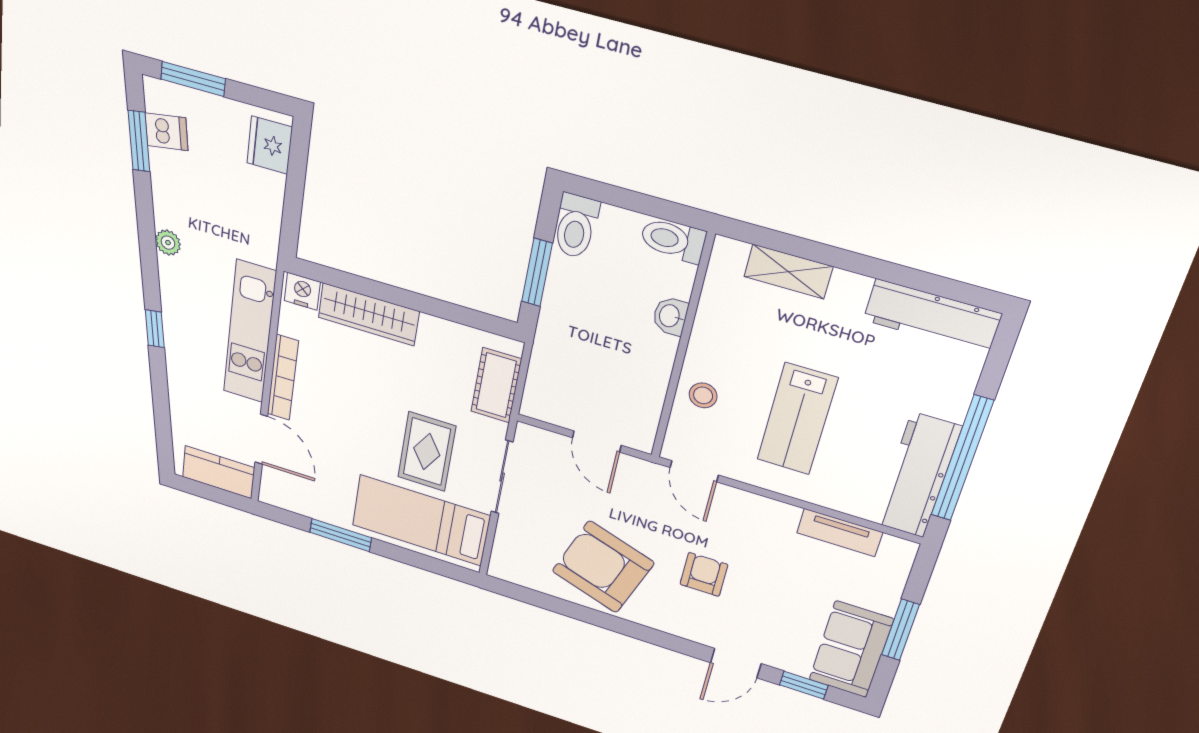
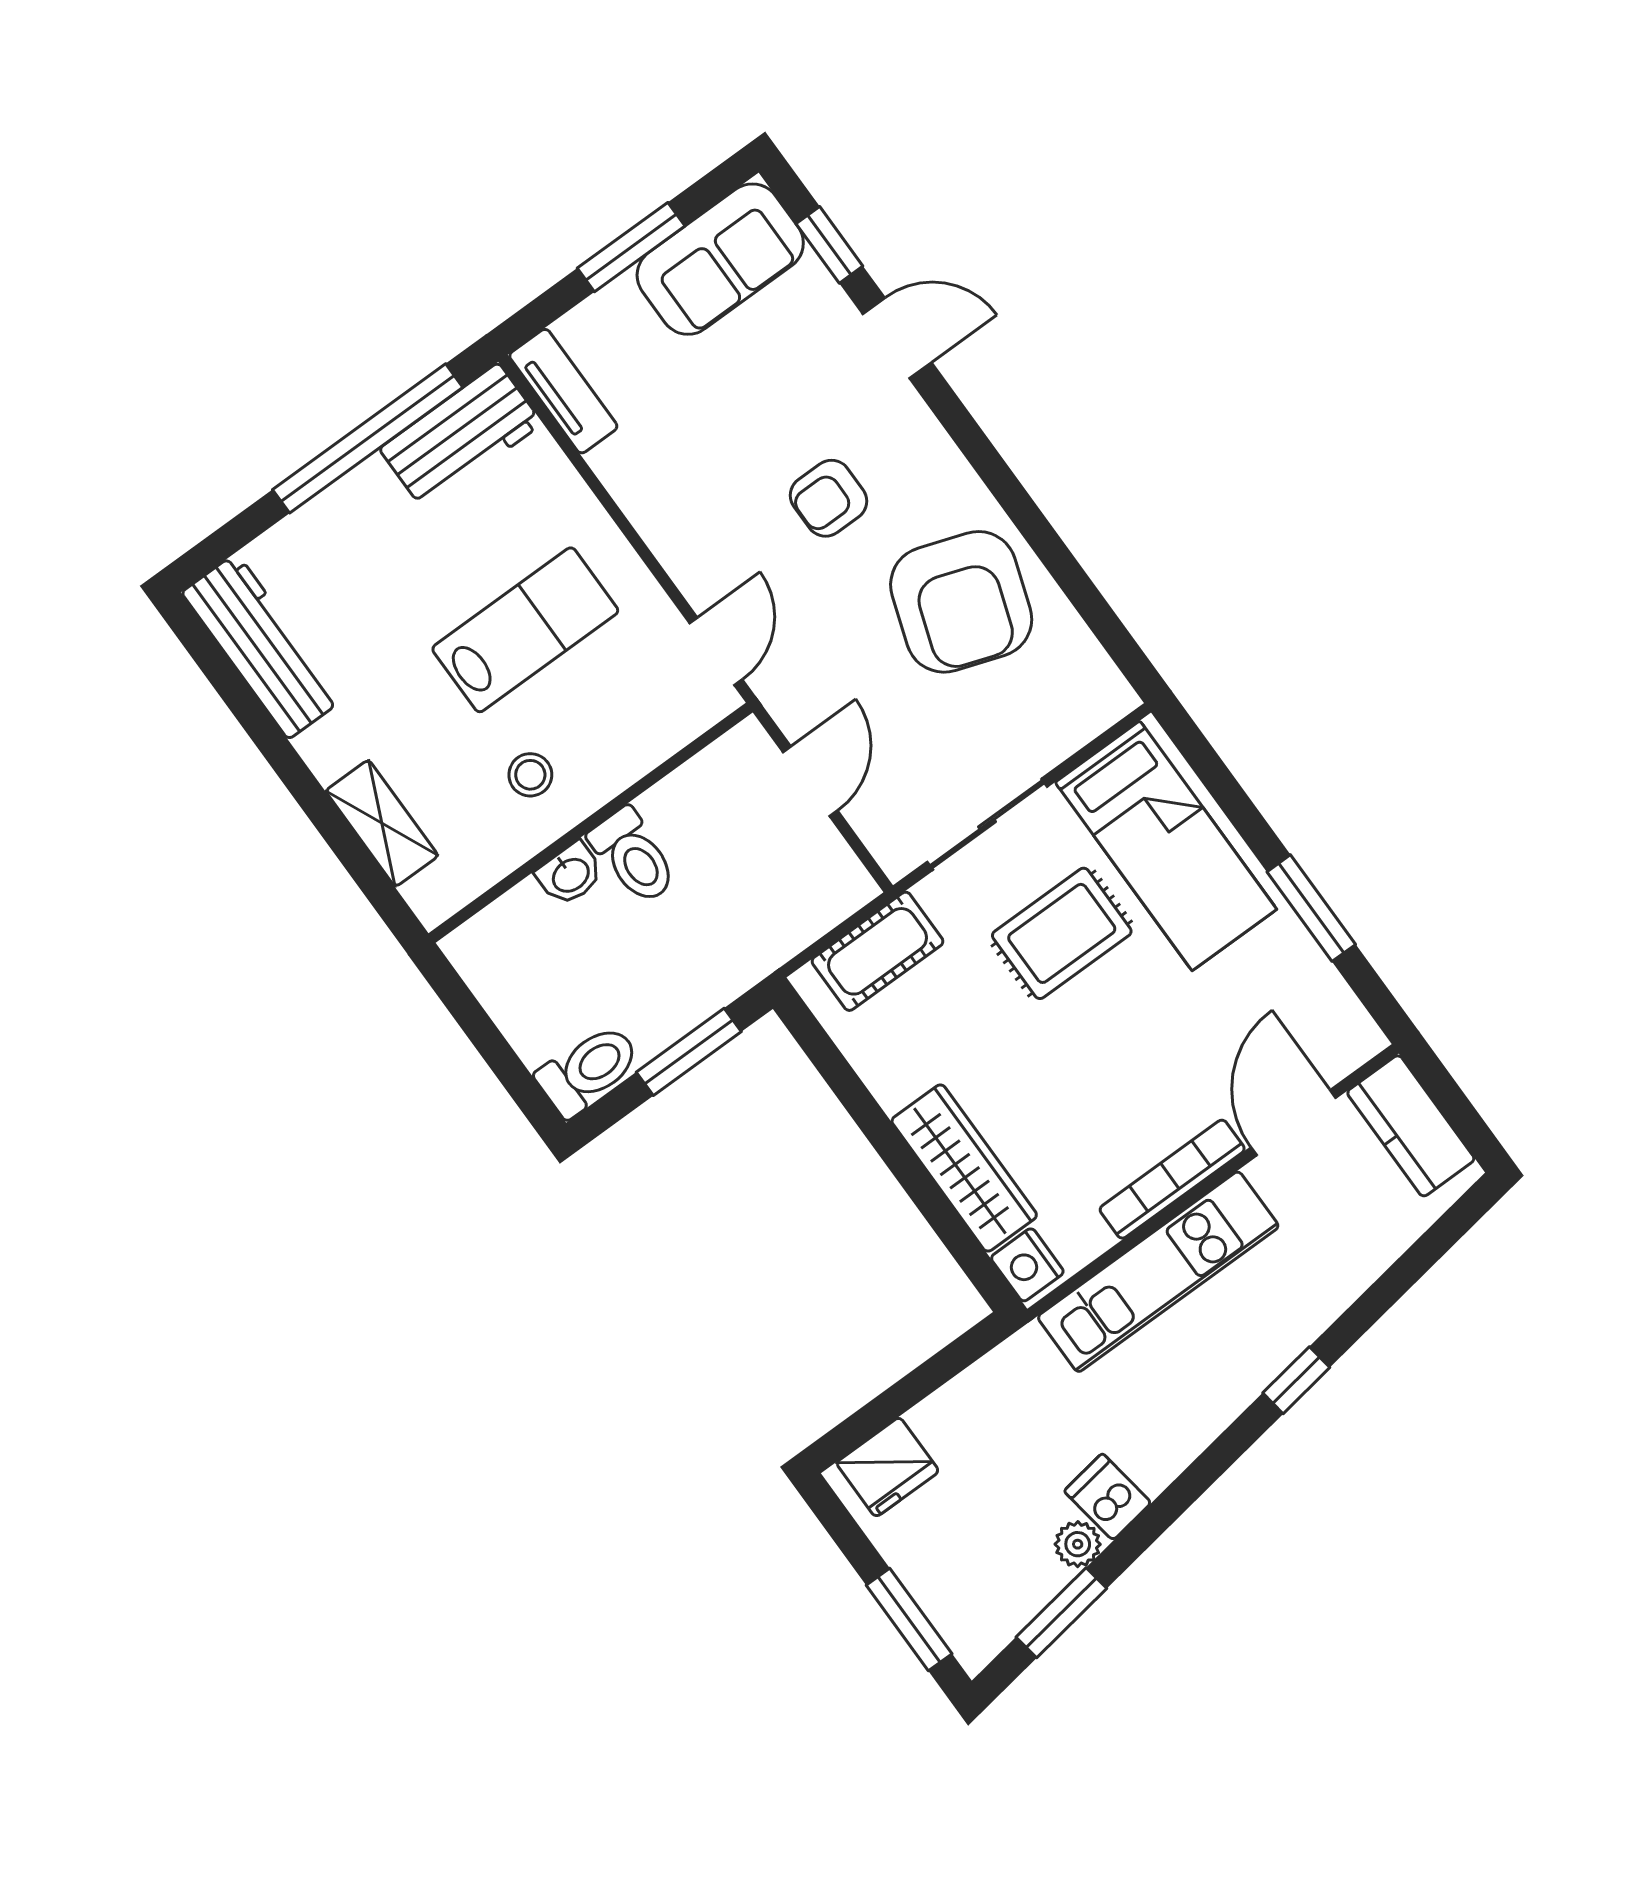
dishwasher: (166, 132) -> (1108, 1497), moved
toilet: (673, 240) -> (633, 856), moved
plant: (168, 243) -> (1078, 1544), moved
stool: (703, 395) -> (530, 775), moved
workbench: (917, 475) -> (461, 436), width x0.73
tv unit: (840, 533) -> (563, 391), moved

